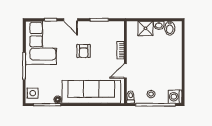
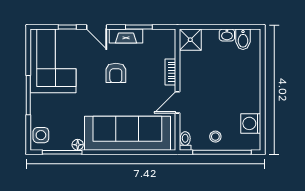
fireplace: (90, 26) -> (126, 36), added
shower: (145, 28) -> (190, 40), moved
washing machine: (175, 97) -> (251, 123), moved

